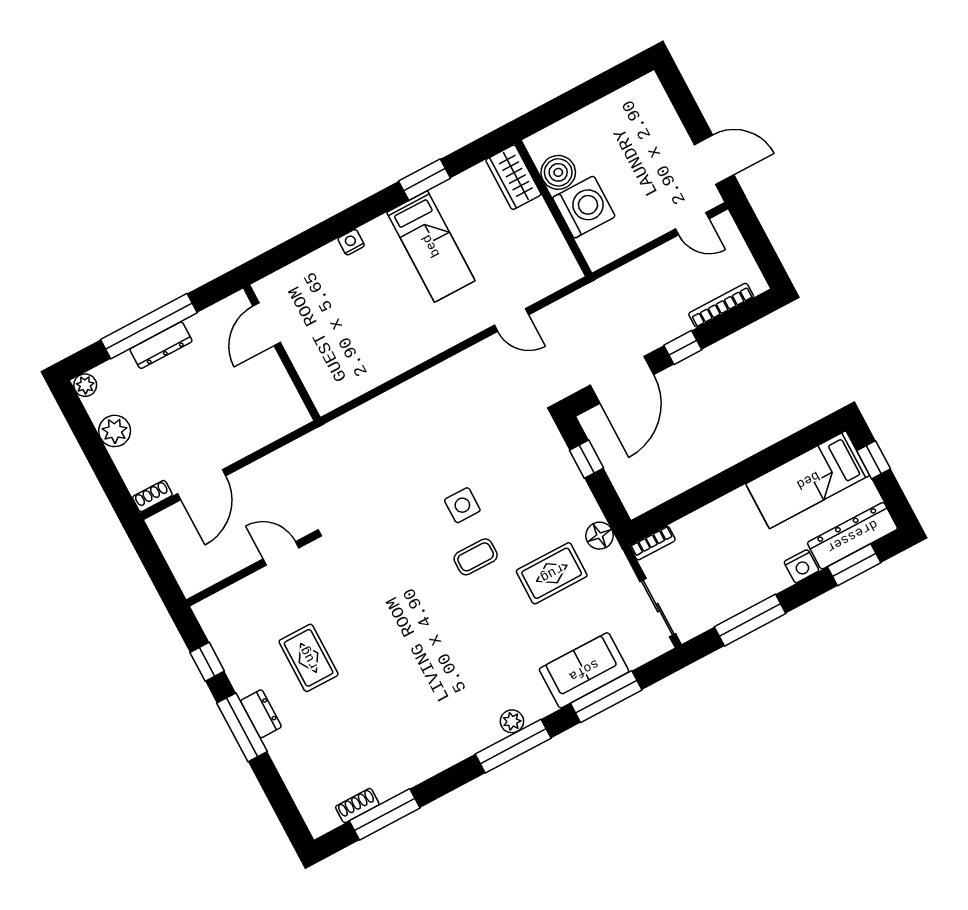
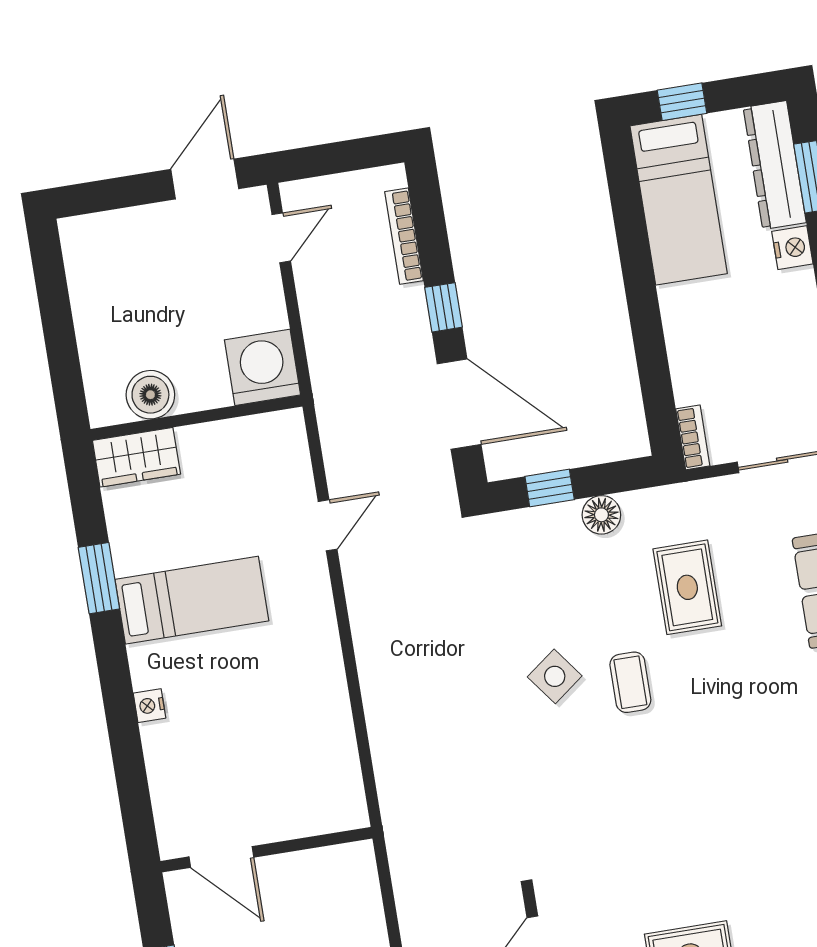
washing machine: (584, 207) -> (262, 367), moved
side table: (462, 505) -> (555, 676), turned -37
floor lamp: (600, 536) -> (601, 515), moved

